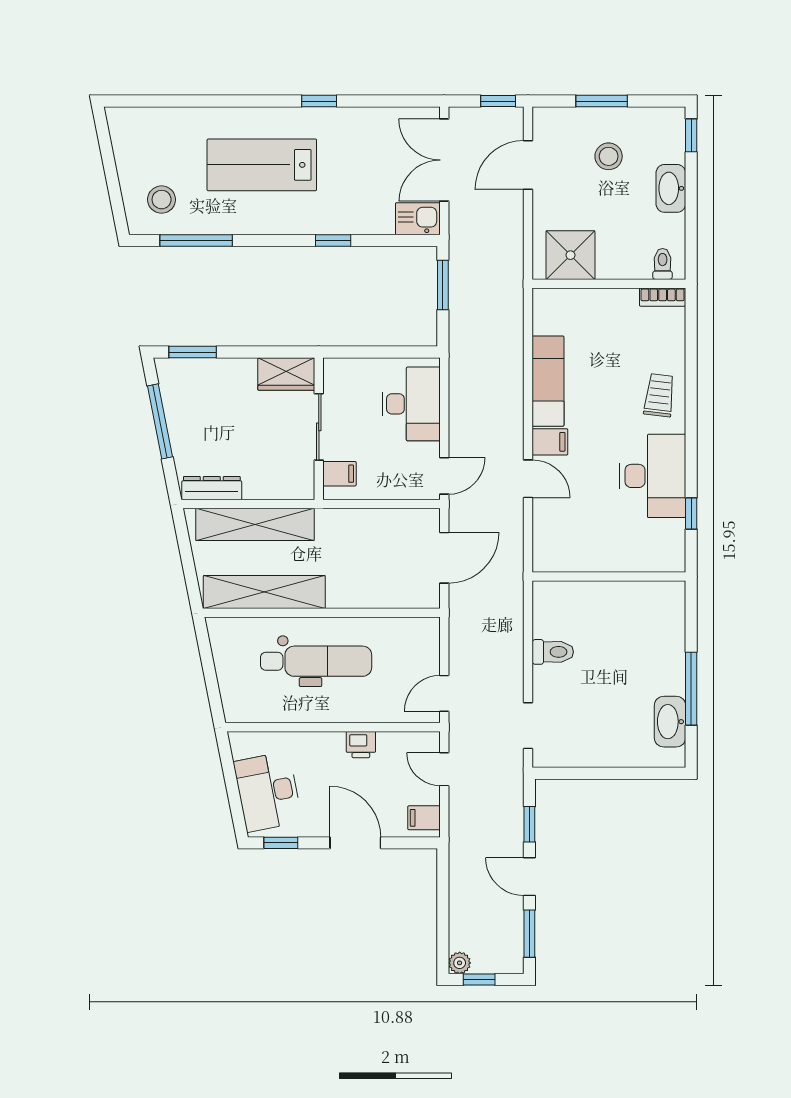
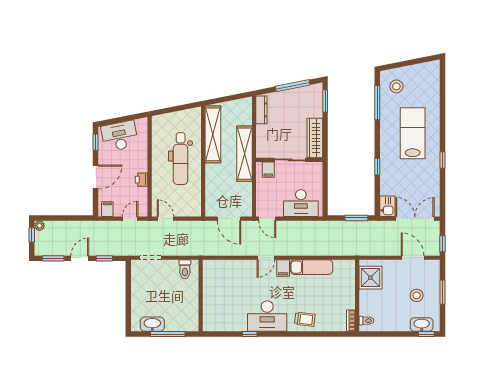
washbasin: (671, 188) -> (422, 325), moved
wardrobe: (286, 374) -> (315, 138), width x1.50
shelving: (255, 524) -> (245, 154), moved
wall: (609, 577) -> (201, 296), moved

